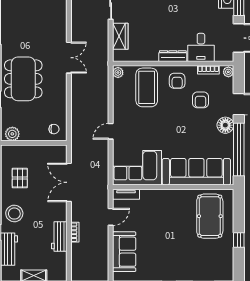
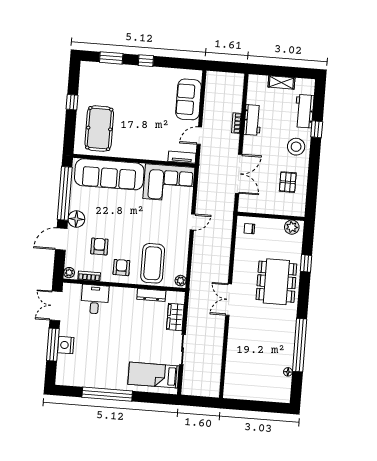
dresser: (173, 56) -> (151, 295), moved

